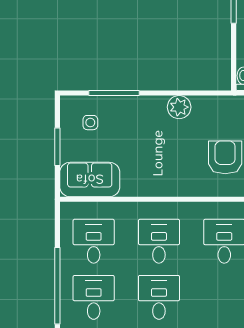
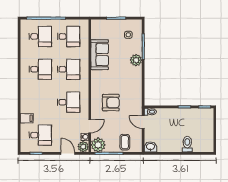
plant: (179, 107) -> (136, 60), moved
sofa: (90, 179) -> (100, 55), moved

